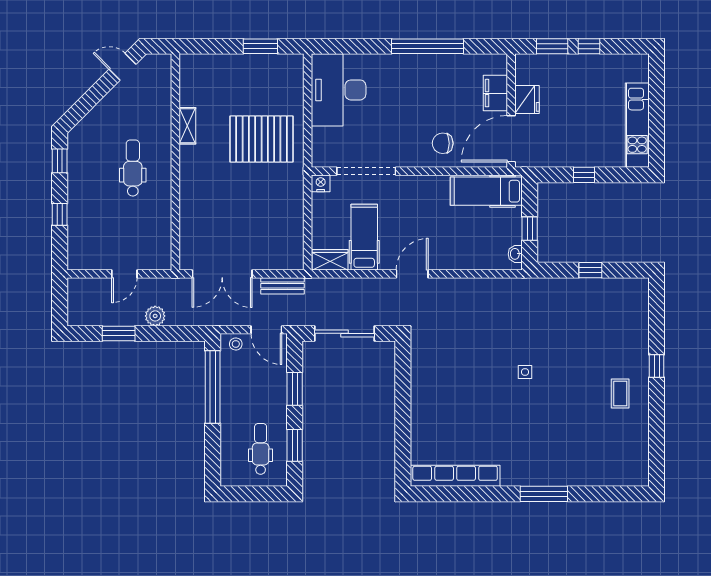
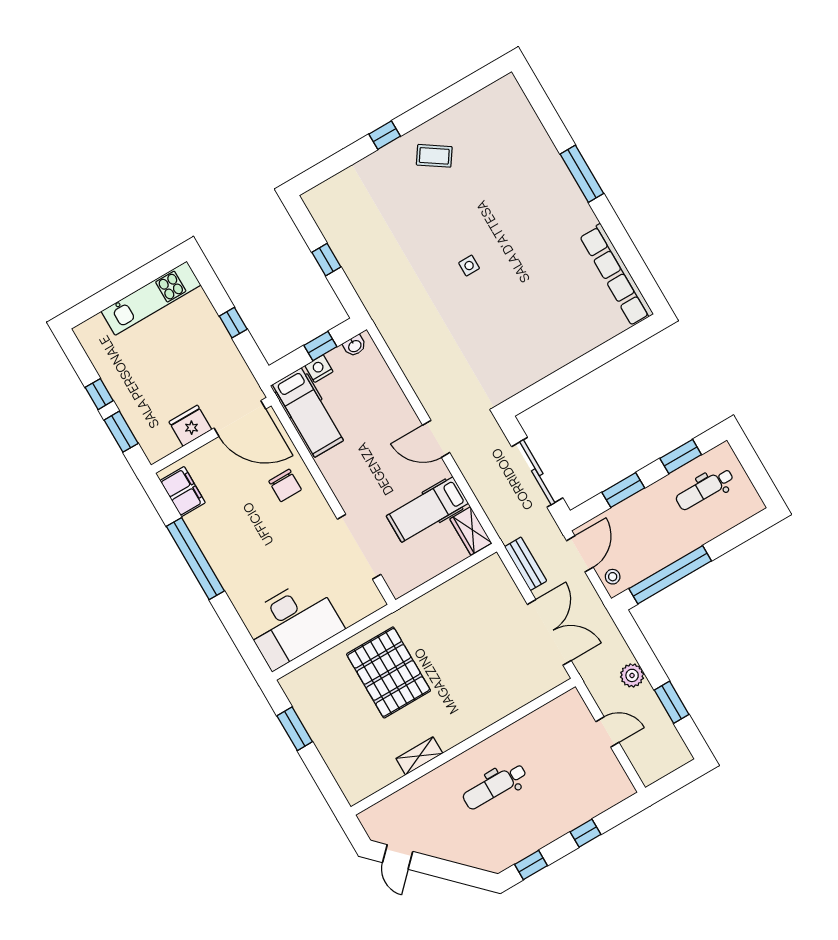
filing cabinet: (495, 93) -> (183, 492), moved, turned -90
nightstand: (321, 183) -> (319, 369), moved, turned 90
coffee table: (620, 393) -> (434, 156), turned 34

